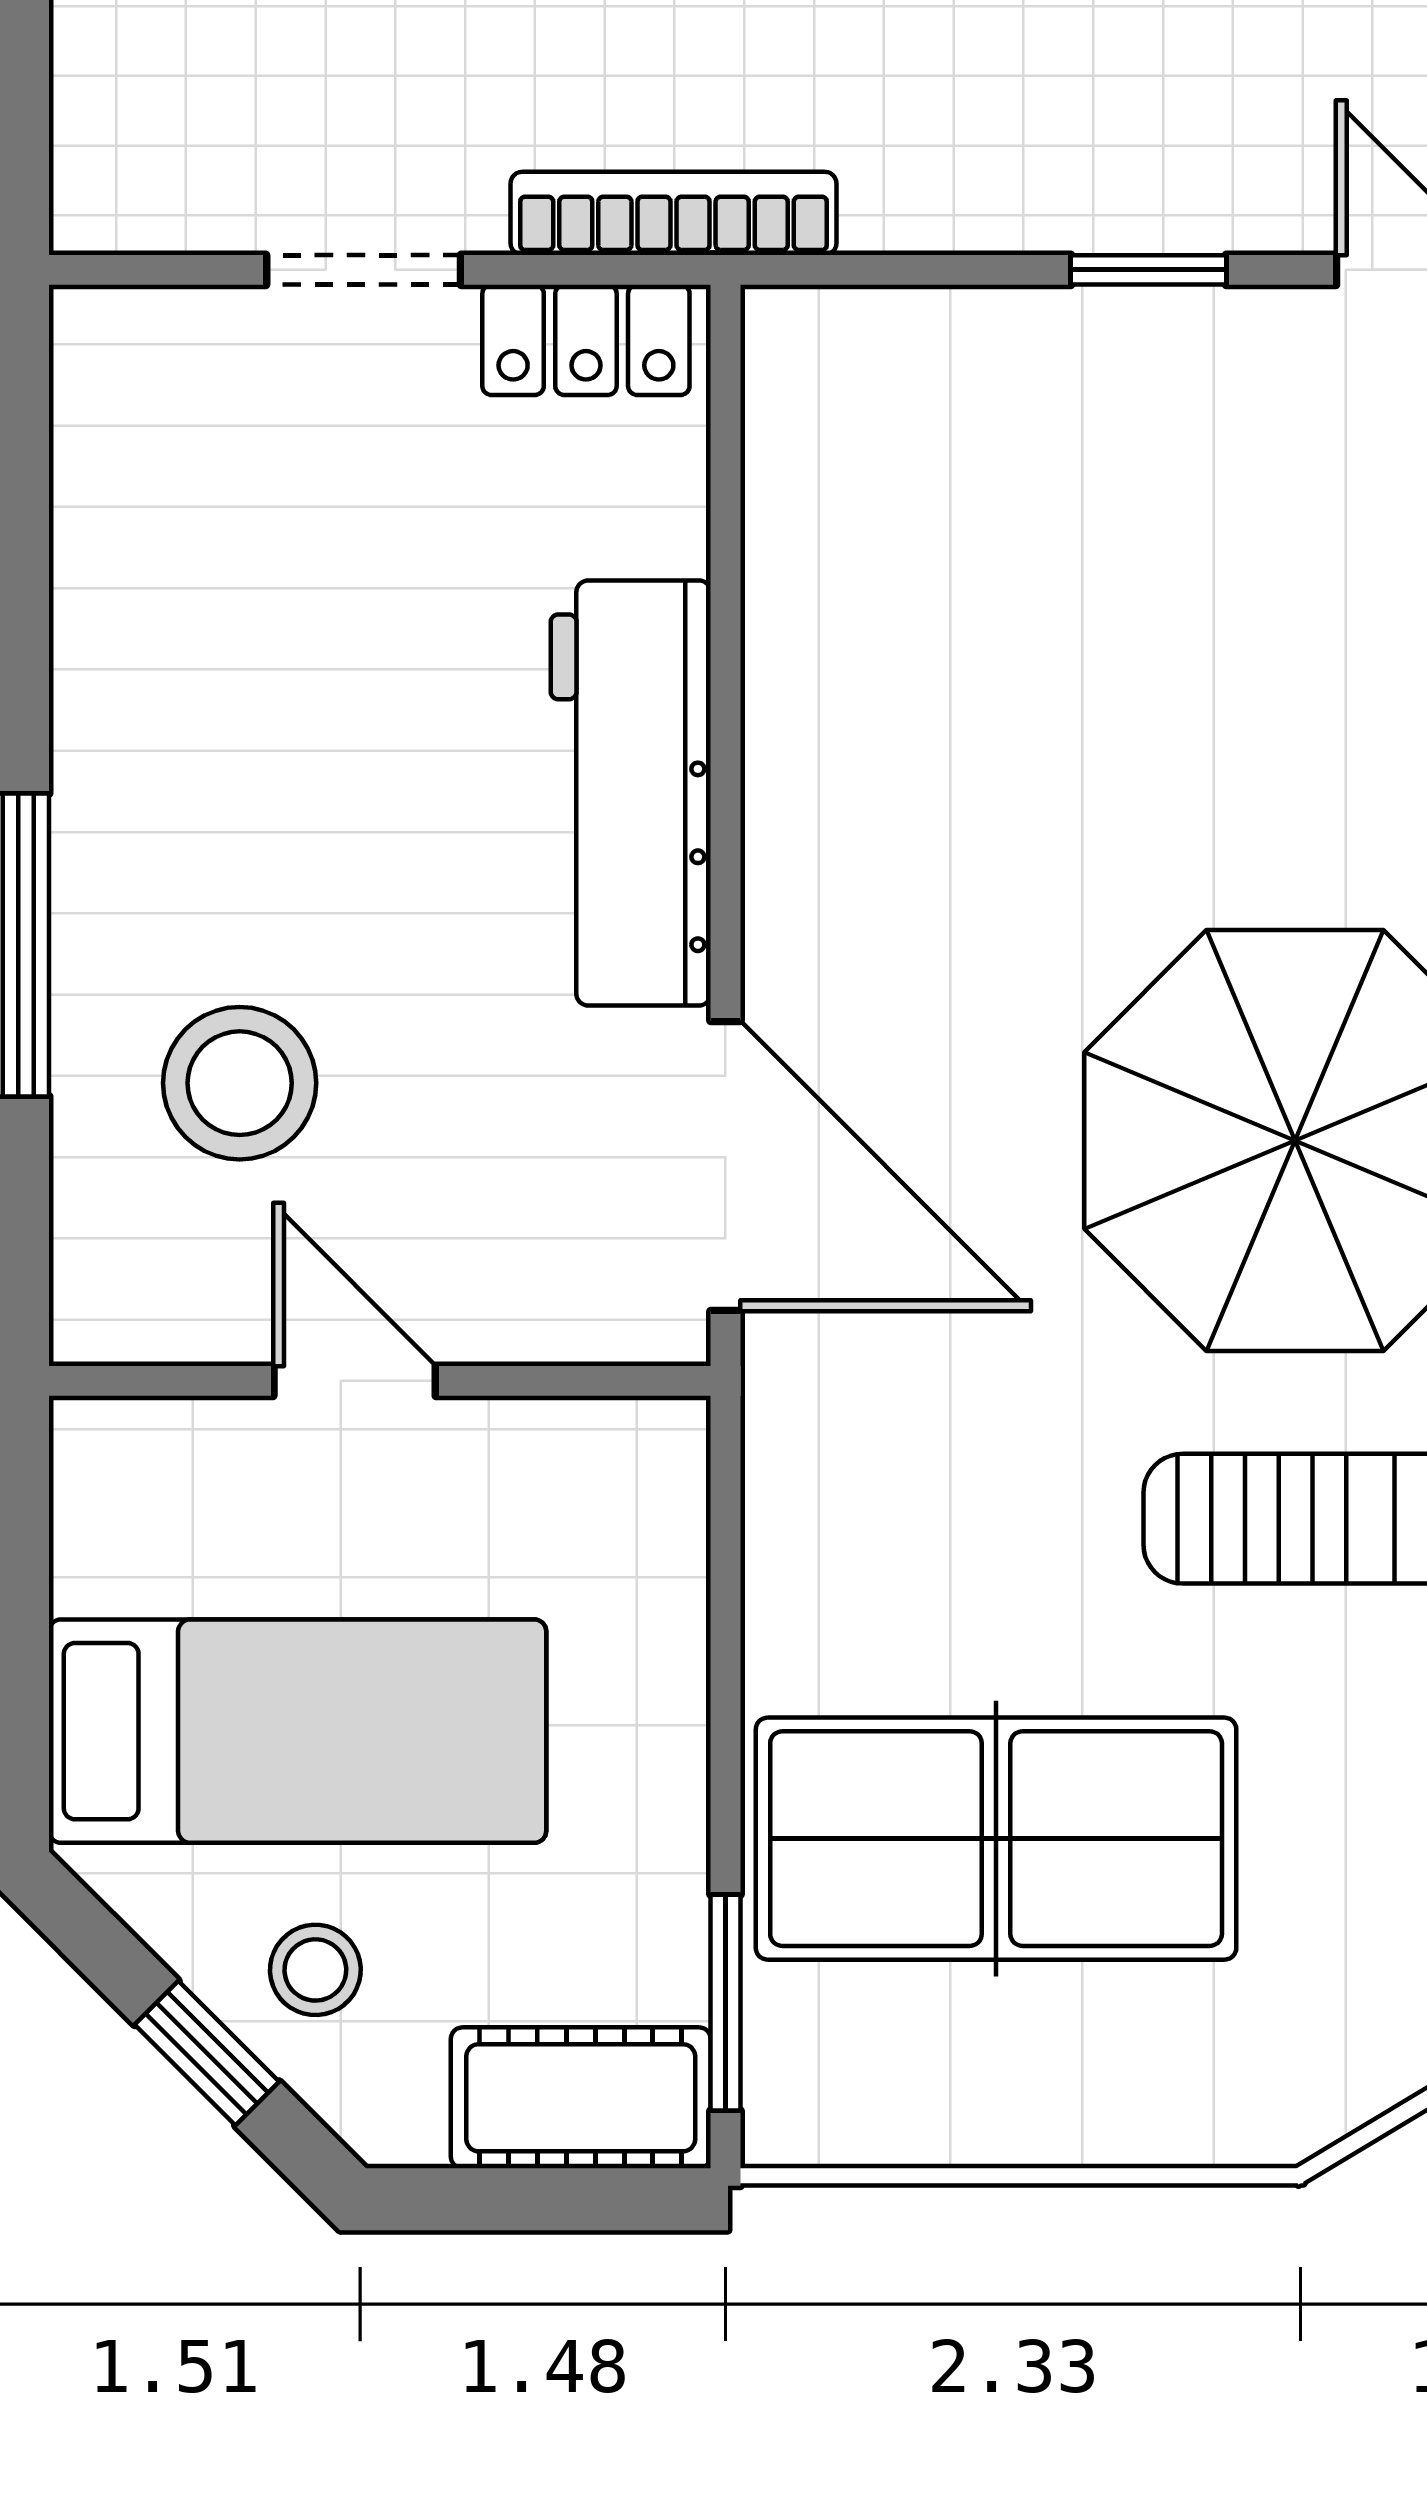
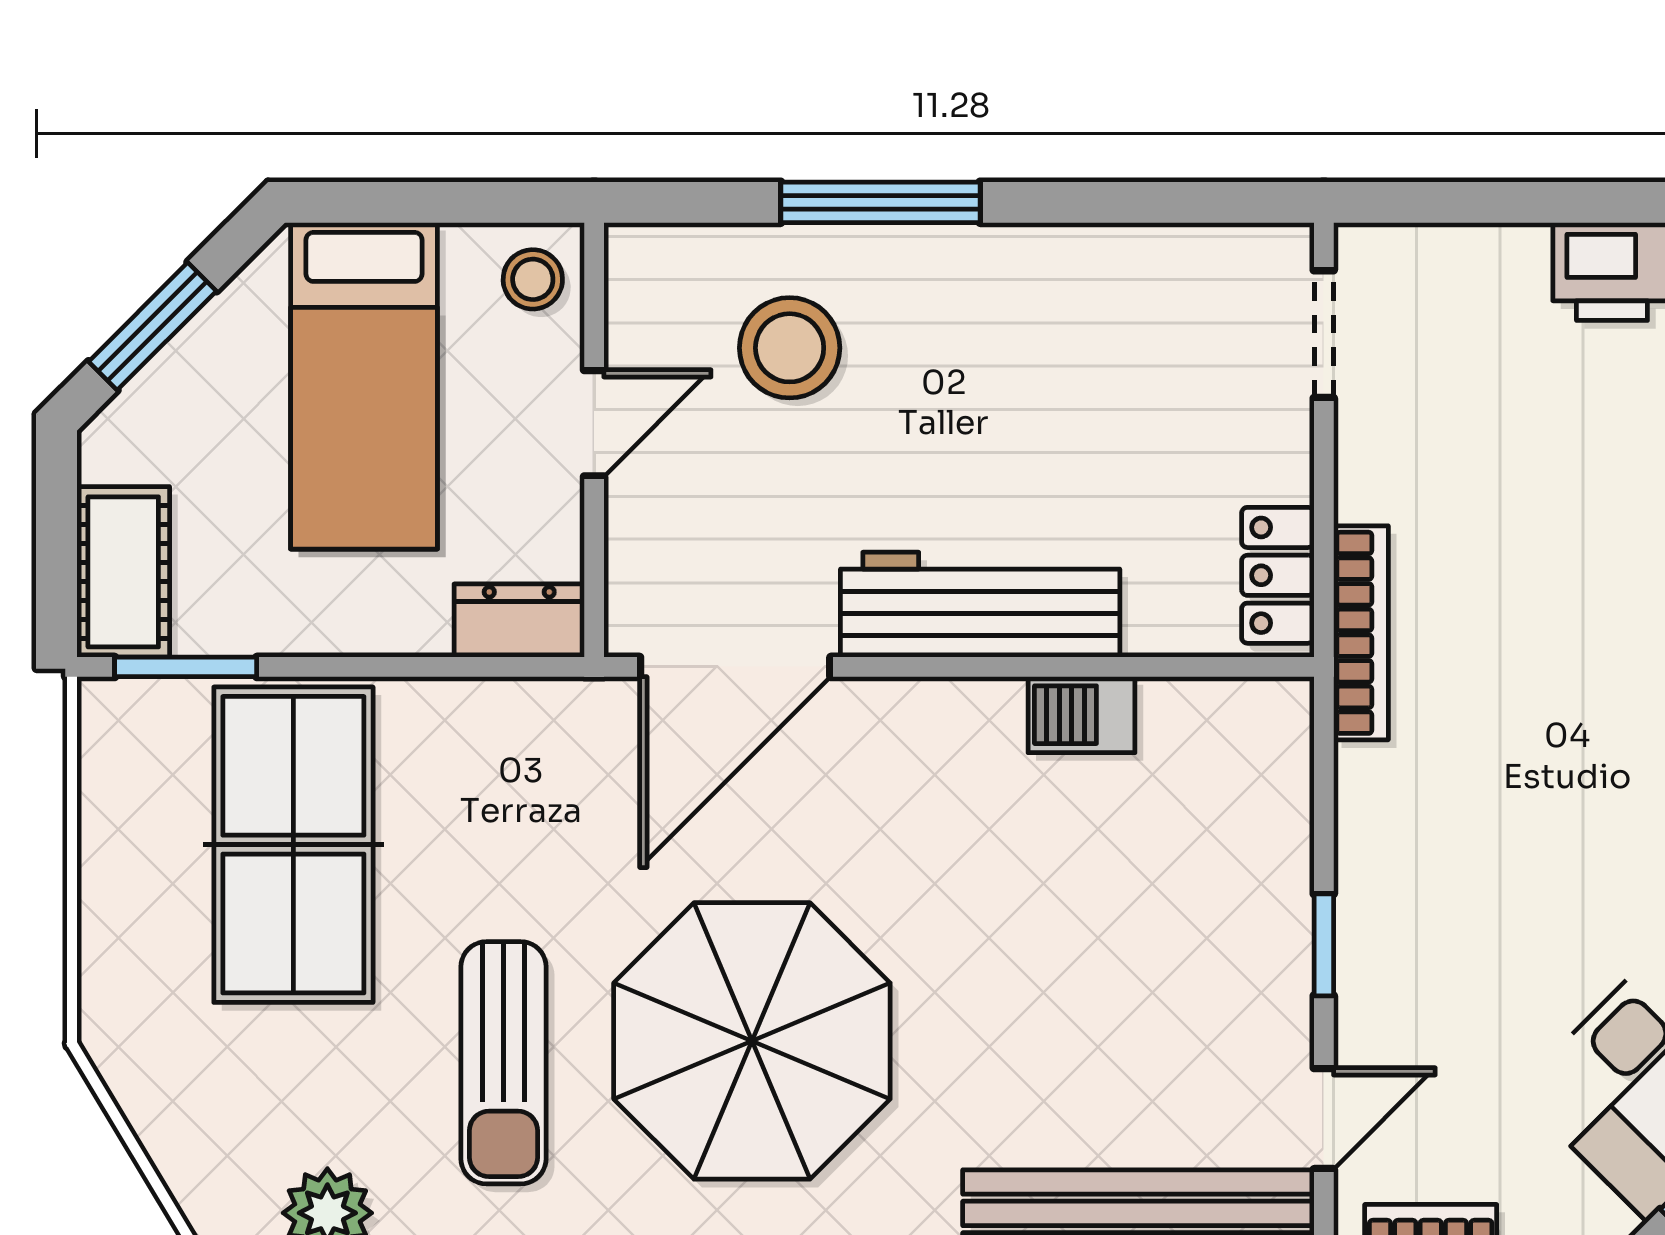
doorway: (364, 270) -> (1324, 334), moved
barbecue: (798, 639) -> (1082, 715), added
dresser: (655, 1495) -> (519, 621), added
stool: (315, 1970) -> (533, 279), moved
window: (207, 2053) -> (152, 326), width x1.50

